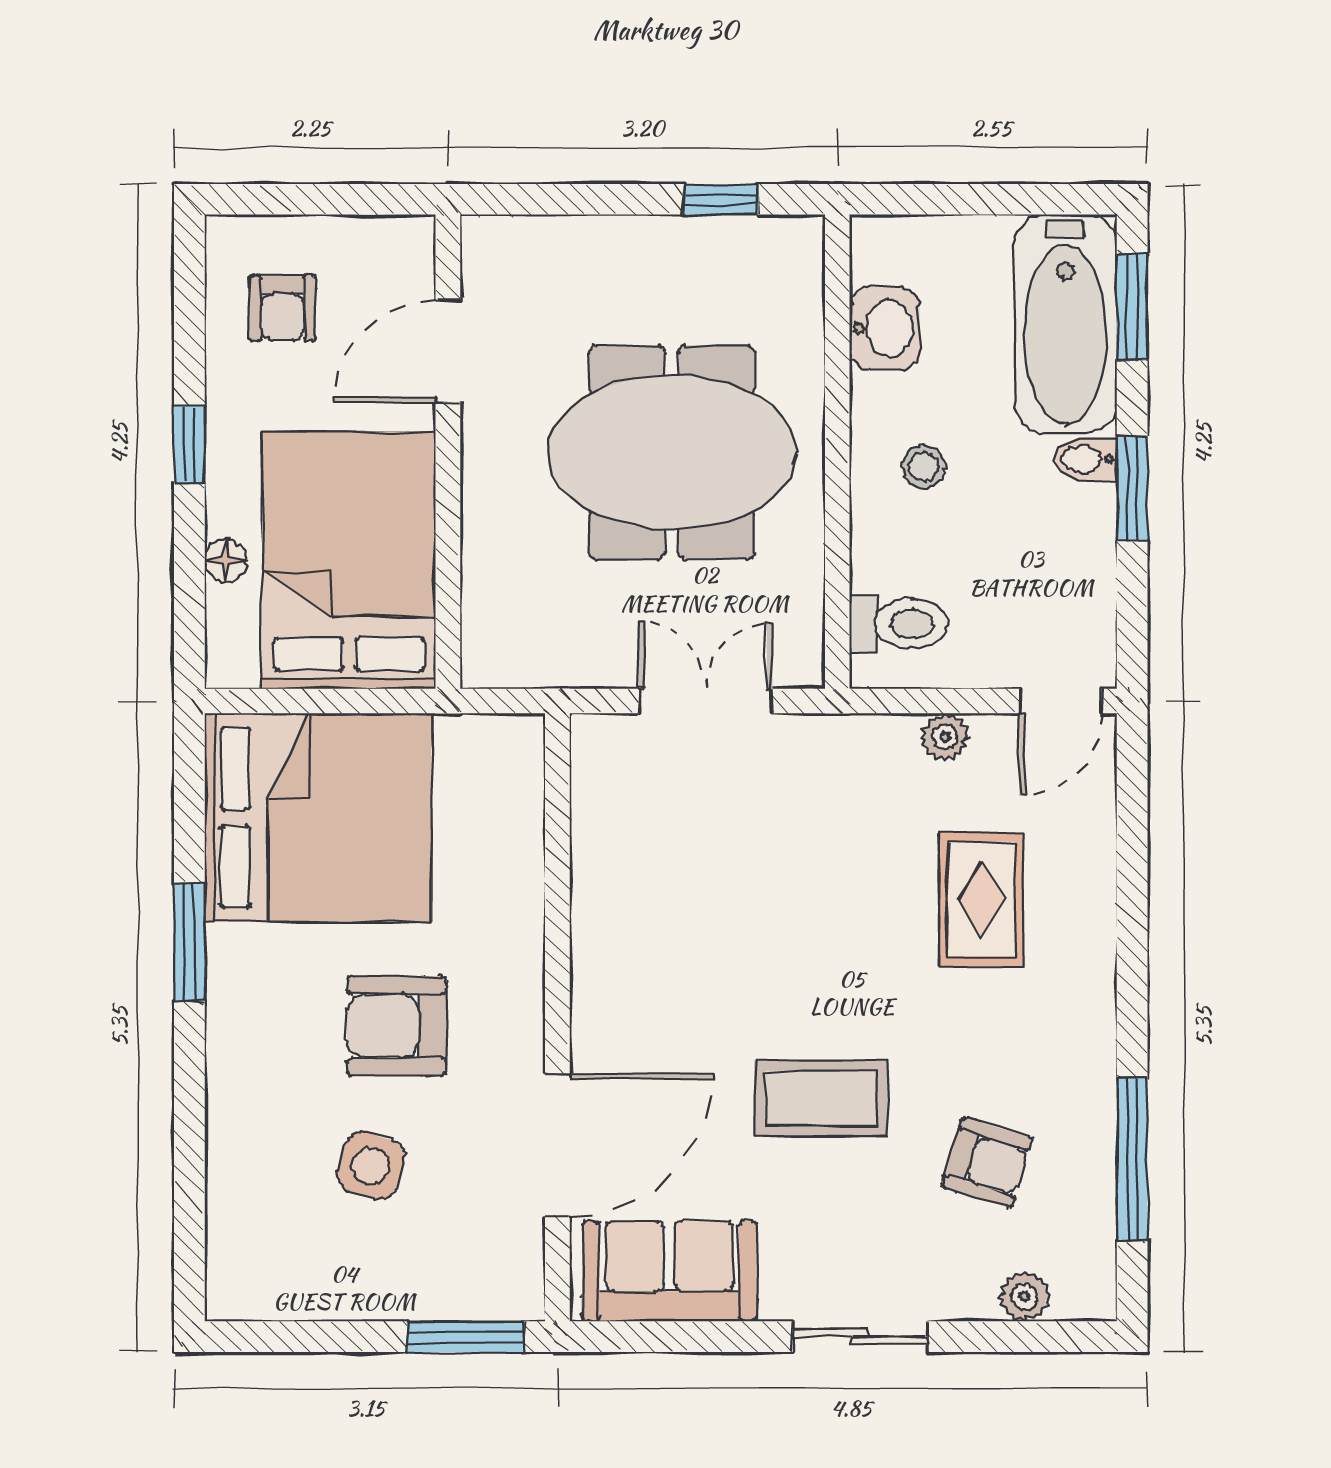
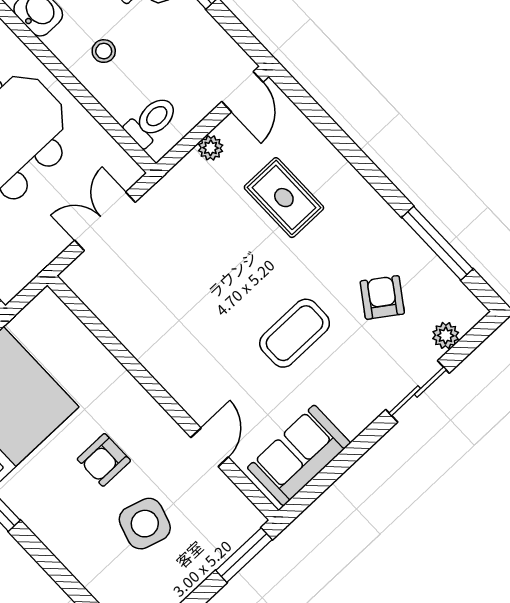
armchair: (397, 1026) -> (104, 460), width x0.72, depth x0.72
door: (557, 1145) -> (210, 447), width x0.53
armchair: (987, 1163) -> (382, 297), turned -72
side table: (371, 1166) -> (145, 524), width x1.37, depth x1.37
sliding door: (860, 1337) -> (418, 391), moved

